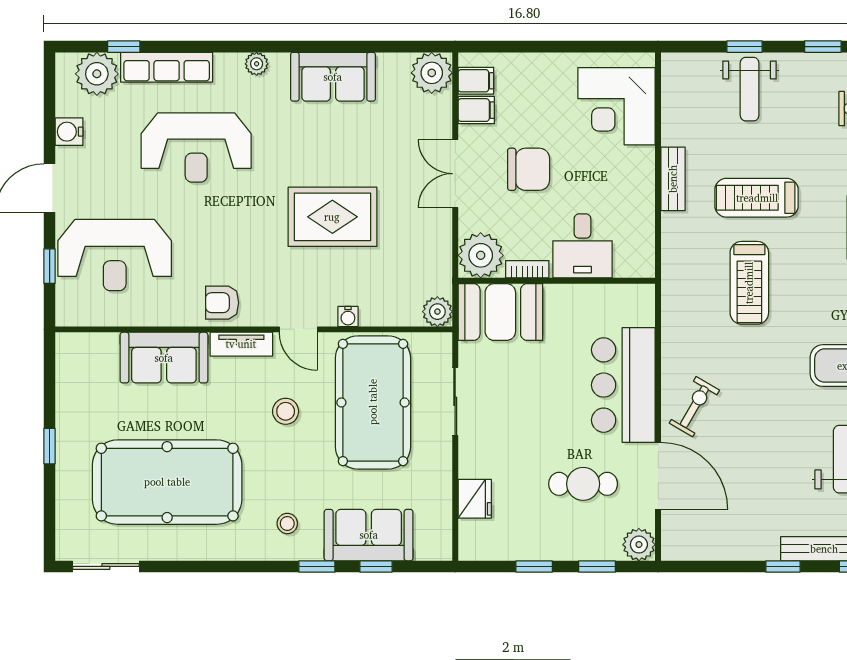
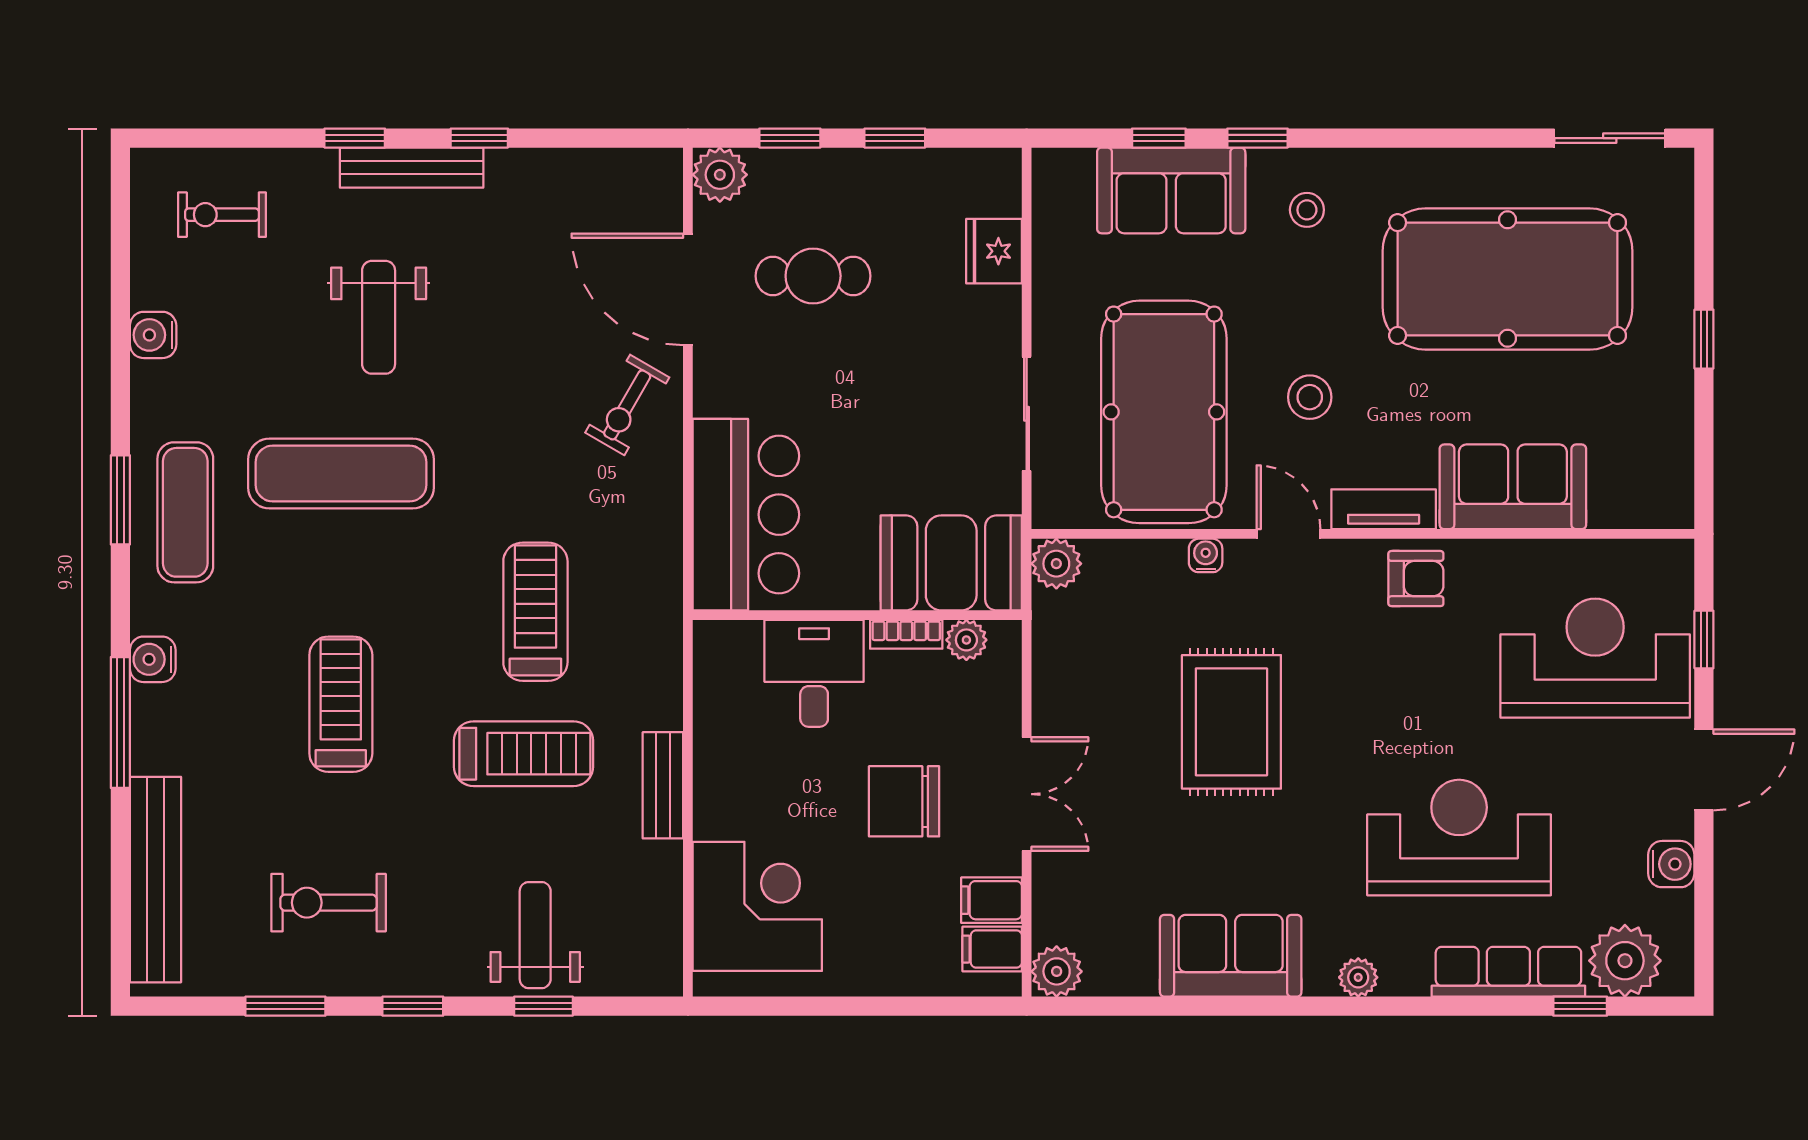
plant: (432, 73) -> (1057, 971), width x0.73, depth x0.73
rug: (332, 217) -> (1231, 722), turned 90
plant: (481, 255) -> (966, 640), width x0.53, depth x0.53
bar counter: (623, 385) -> (746, 515), moved

